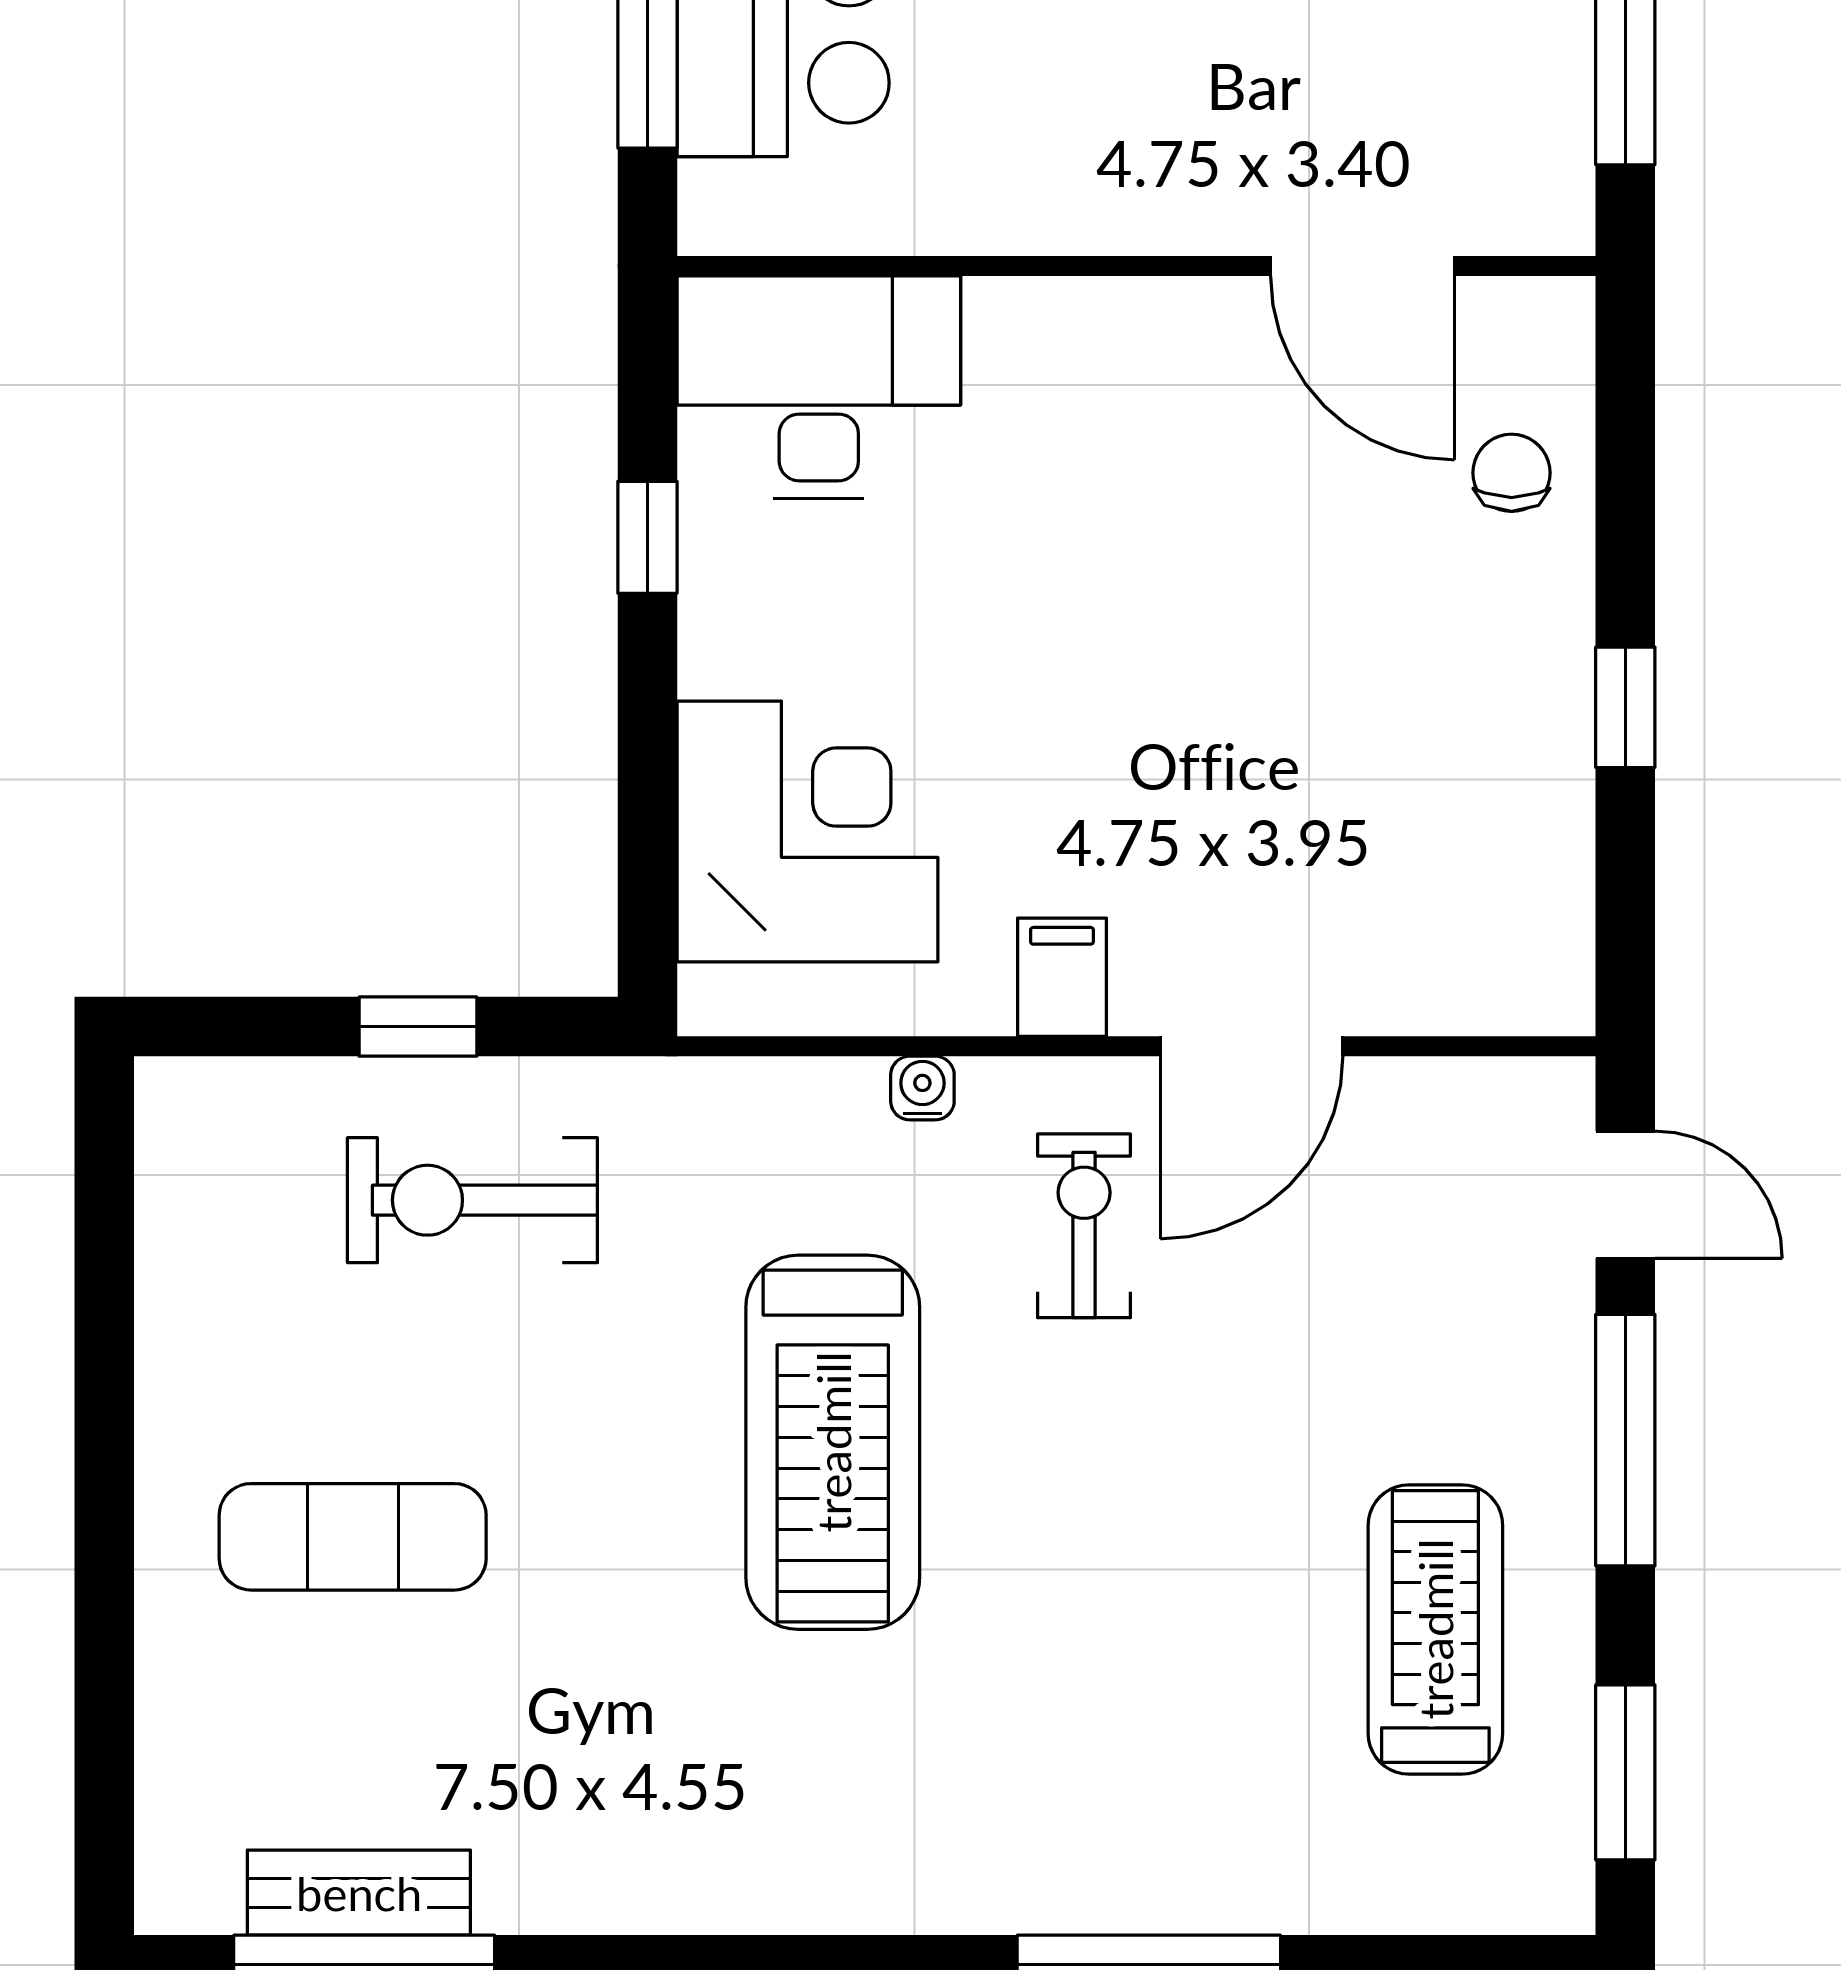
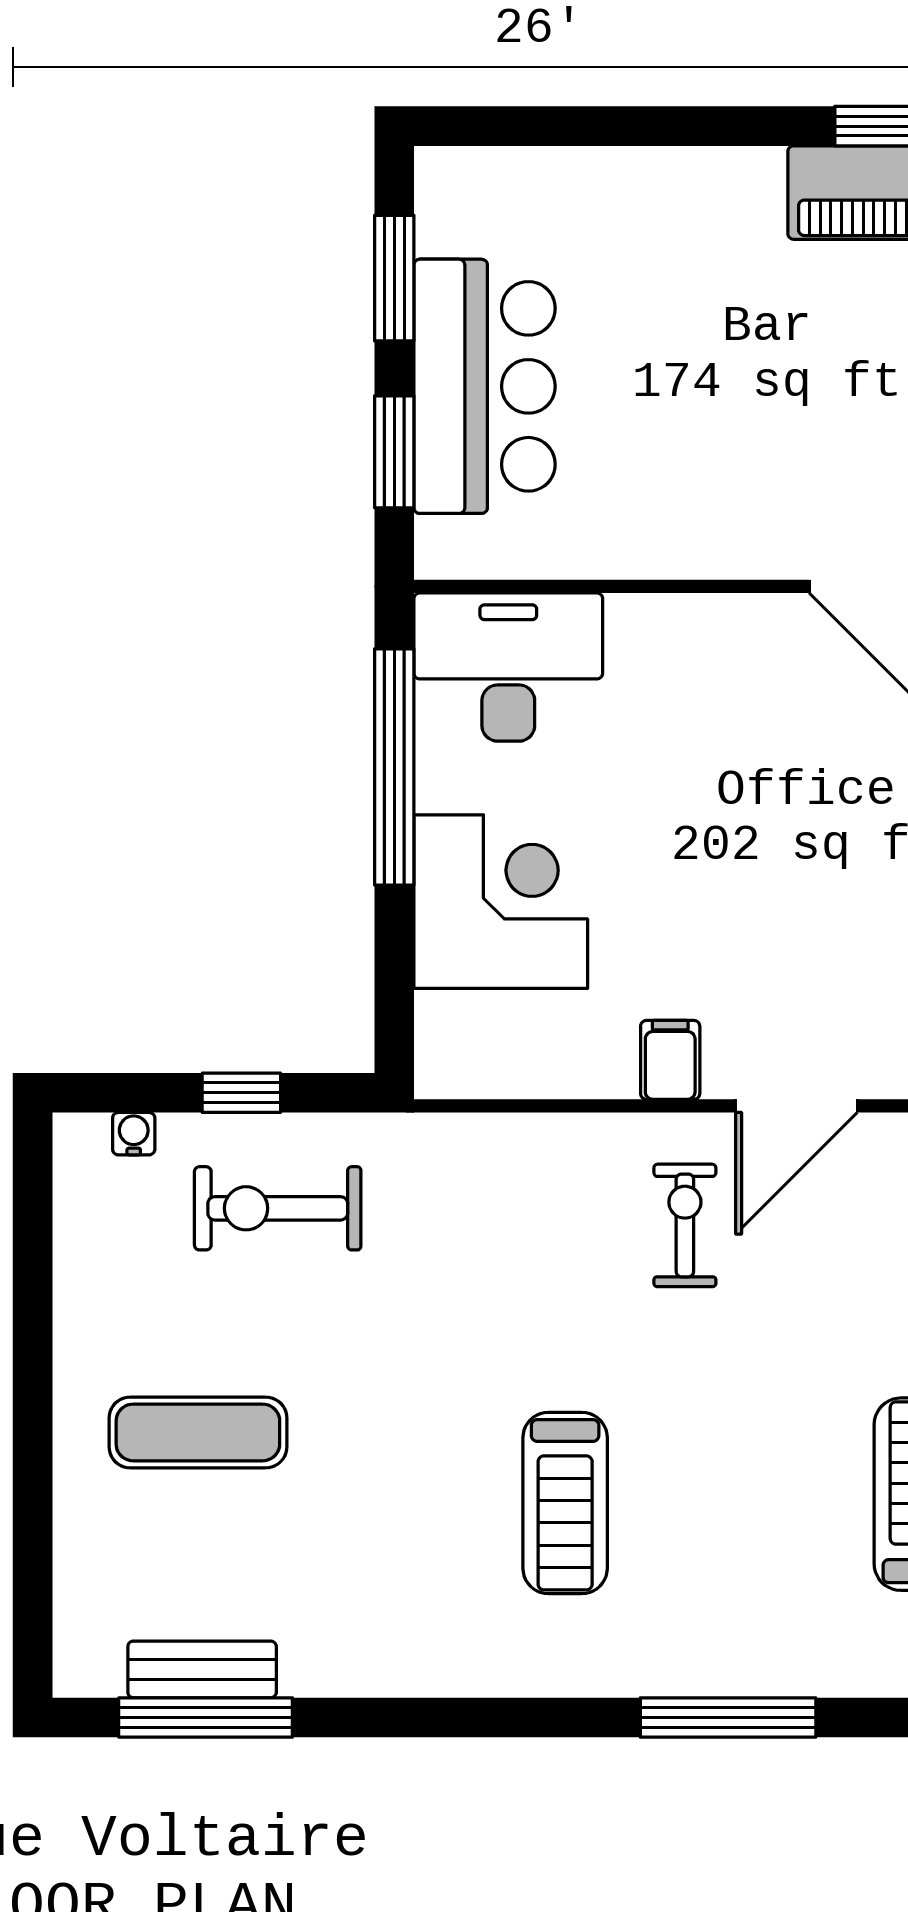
window: (647, 537) -> (394, 767), width x3.17
corner desk: (808, 831) -> (501, 902), moved
water cooler: (922, 1088) -> (134, 1134), moved
treadmill: (833, 1442) -> (565, 1503), moved, width x0.73, depth x0.73

